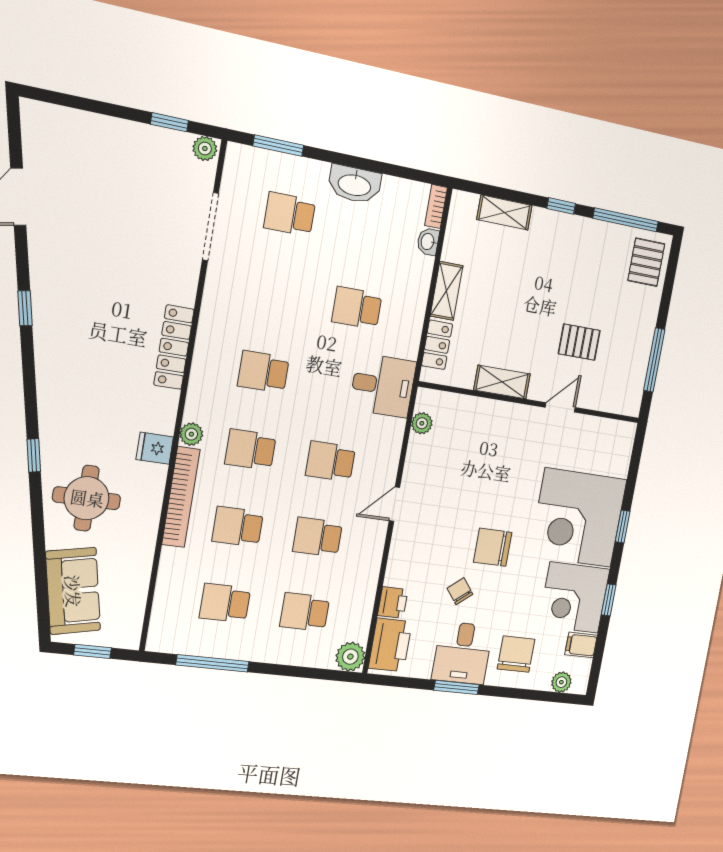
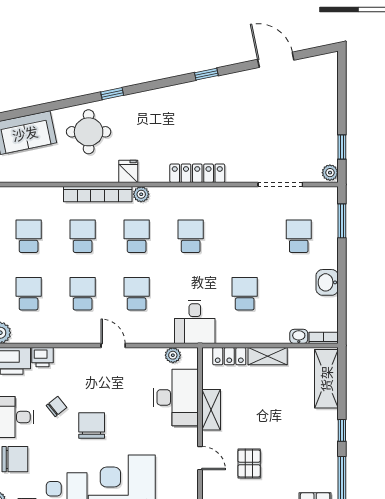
washbasin: (355, 184) -> (327, 282), width x0.72
shelving: (504, 212) -> (326, 379), width x1.50, depth x1.33
desk: (478, 428) -> (176, 397), added

